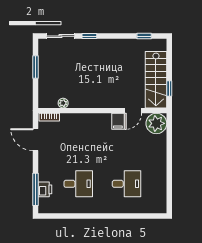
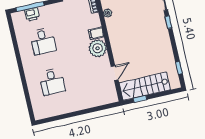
door: (133, 111) -> (115, 73), swing flipped
filing cabinet: (118, 121) -> (96, 33), moved
plant: (156, 123) -> (98, 48), moved

